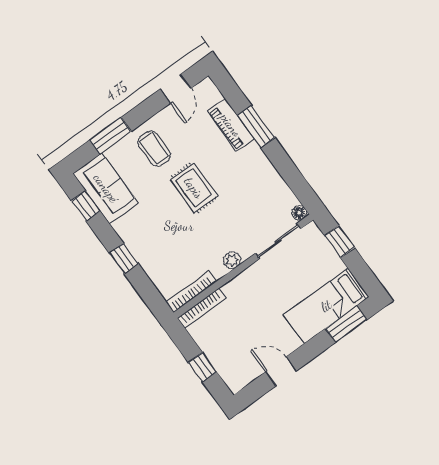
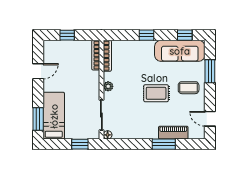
sofa: (106, 188) -> (180, 51), width x1.36

